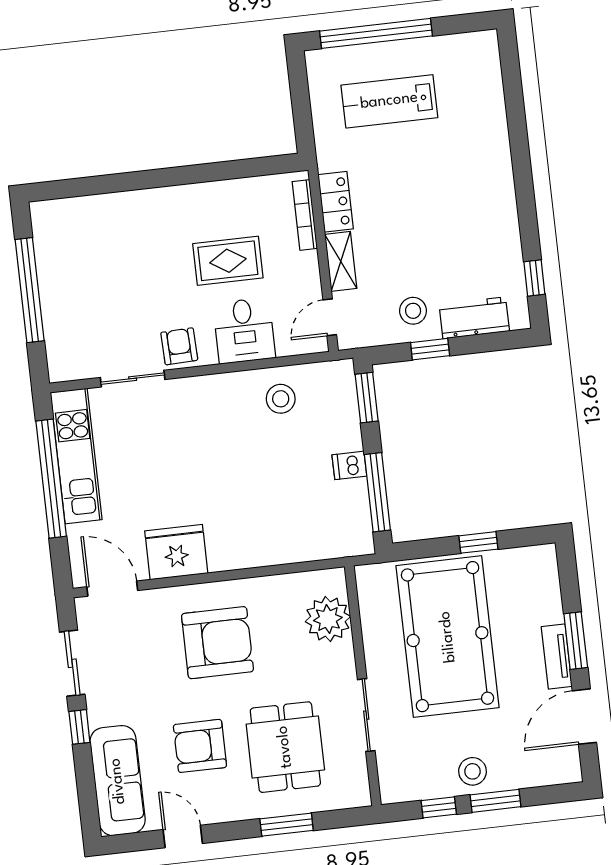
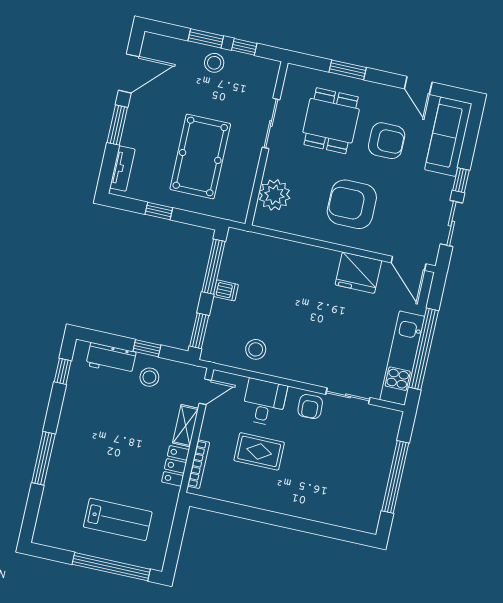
window: (520, 150) -> (43, 458), added
pool table: (448, 637) -> (200, 156), width x0.73, depth x0.76
tv unit: (557, 657) -> (122, 168), moved

